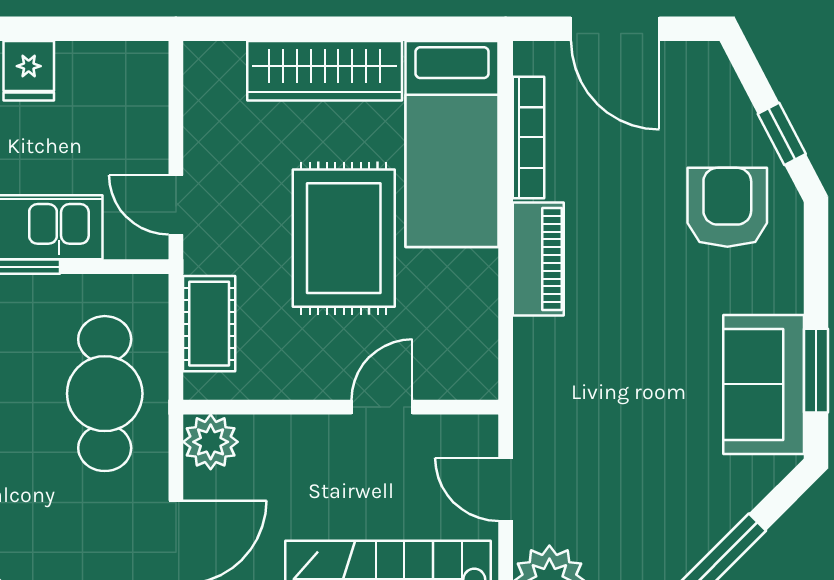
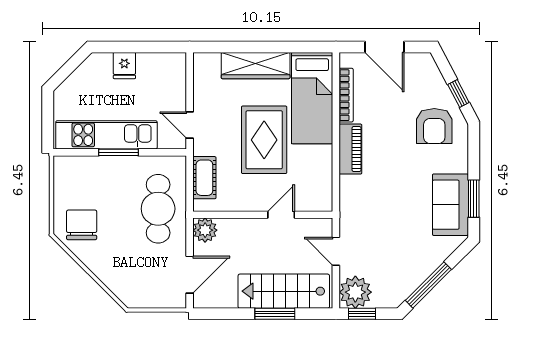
armchair: (727, 207) -> (434, 126), turned 180

